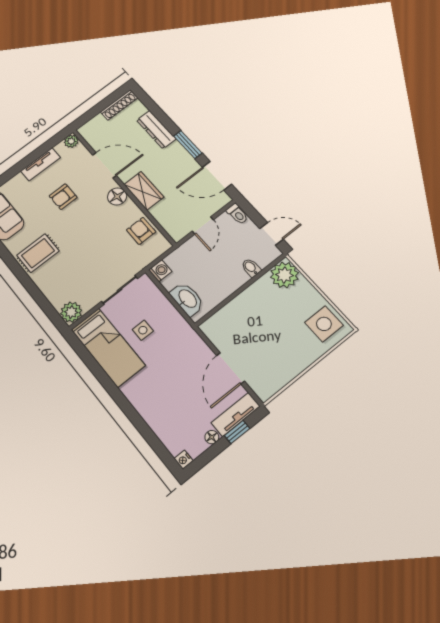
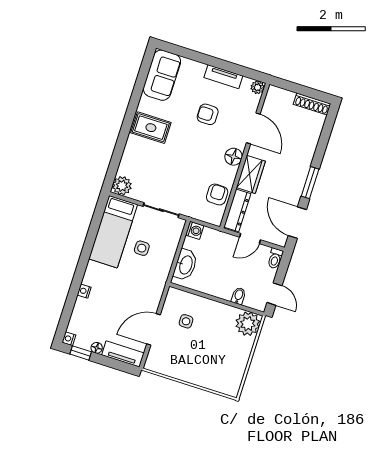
dresser: (156, 130) -> (237, 210), moved, turned 180
side table: (324, 324) -> (186, 321), moved, width x0.54, depth x0.54
nightstand: (146, 413) -> (84, 291), added
window: (237, 432) -> (81, 353), moved

